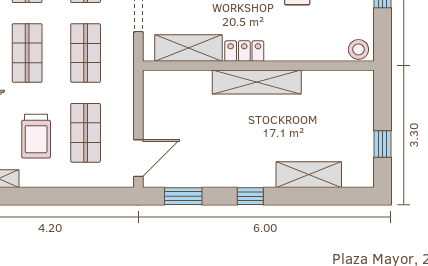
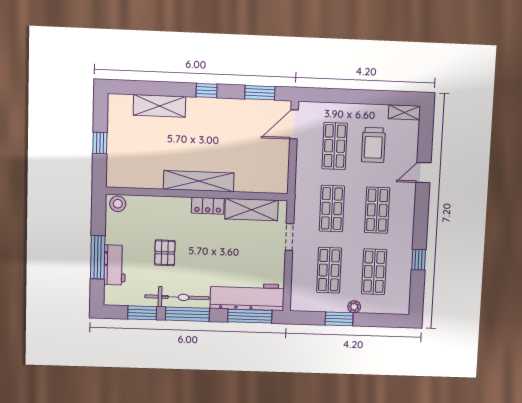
trolley: (36, 136) -> (373, 145), turned 180
window: (383, 144) -> (100, 143), moved

